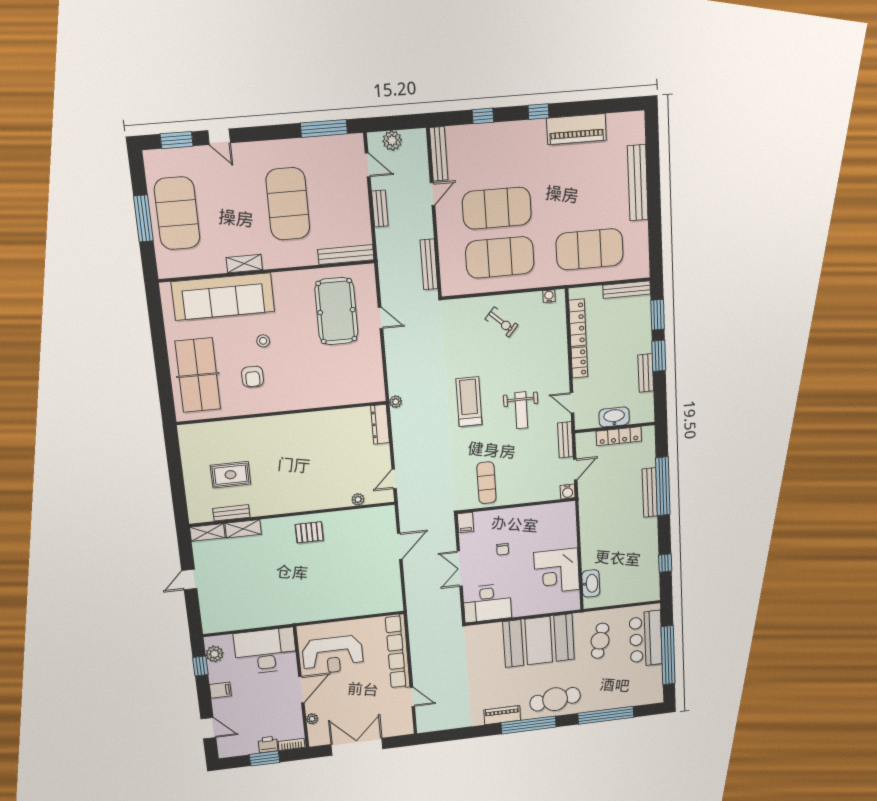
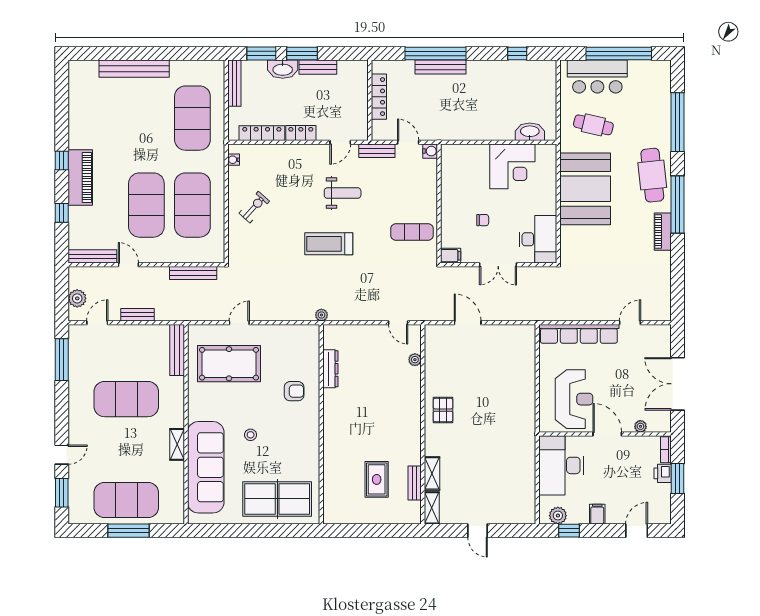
piano: (576, 129) -> (80, 178), moved
armchair: (253, 377) -> (294, 391), moved
washbasin: (614, 417) -> (283, 69), moved, turned -90
dresser: (380, 424) -> (330, 369), moved, turned -90

